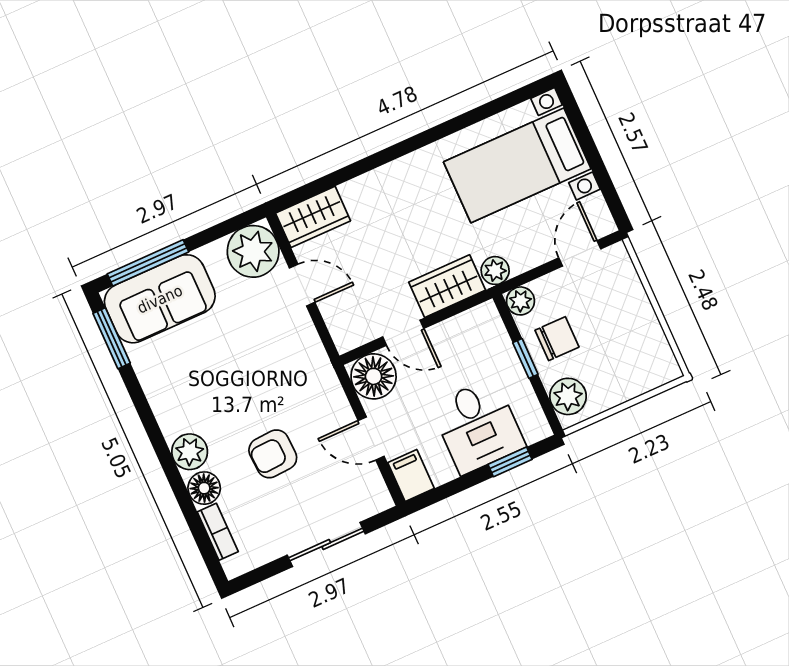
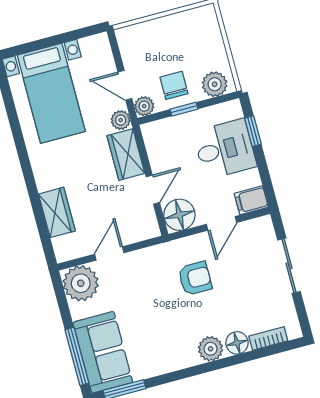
wardrobe: (313, 217) -> (57, 212), moved
door: (580, 253) -> (125, 85), moved
armchair: (273, 454) -> (195, 278), moved, turned -87

